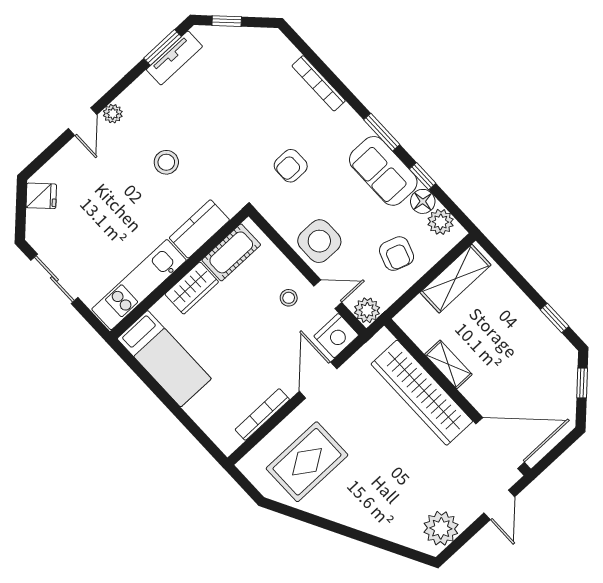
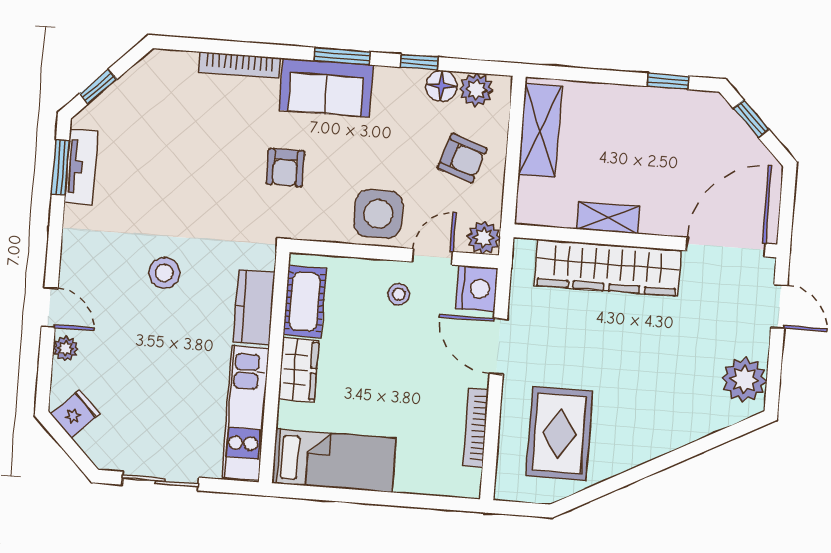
plant: (113, 114) -> (65, 349), moved
sofa: (383, 171) -> (326, 88), moved

